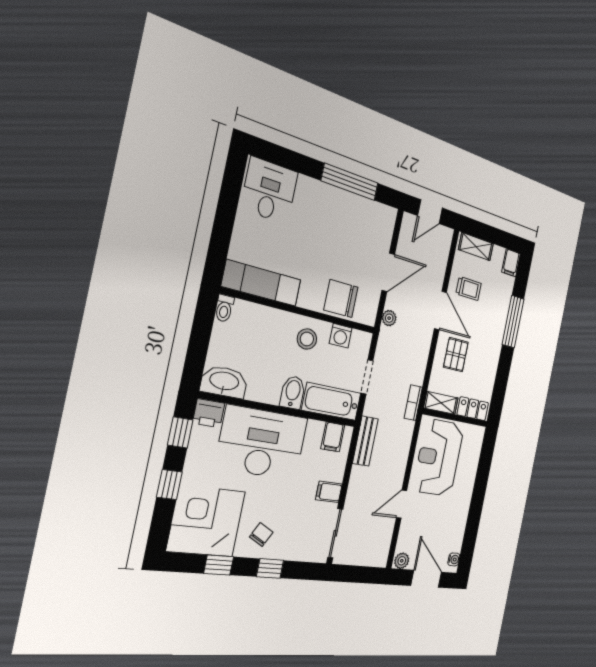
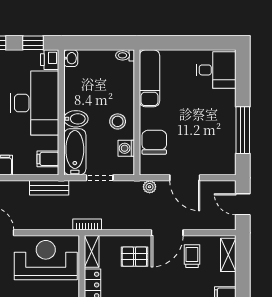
trolley: (469, 289) -> (192, 256), turned 180
washbasin: (224, 382) -> (71, 58), width x0.52, depth x0.69

